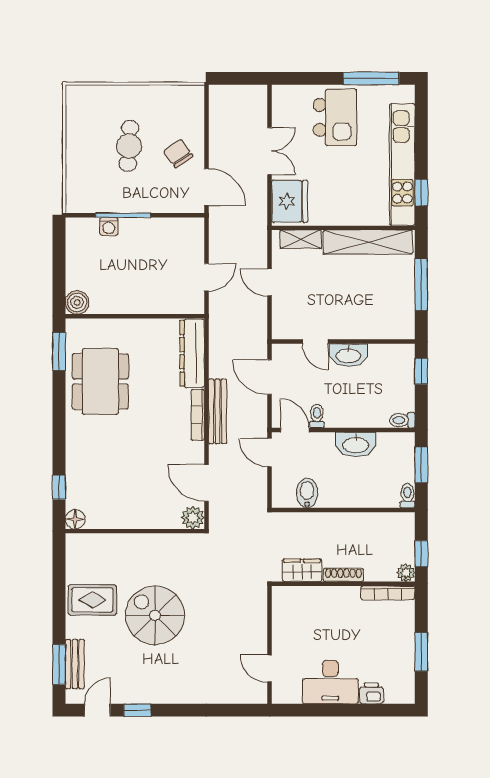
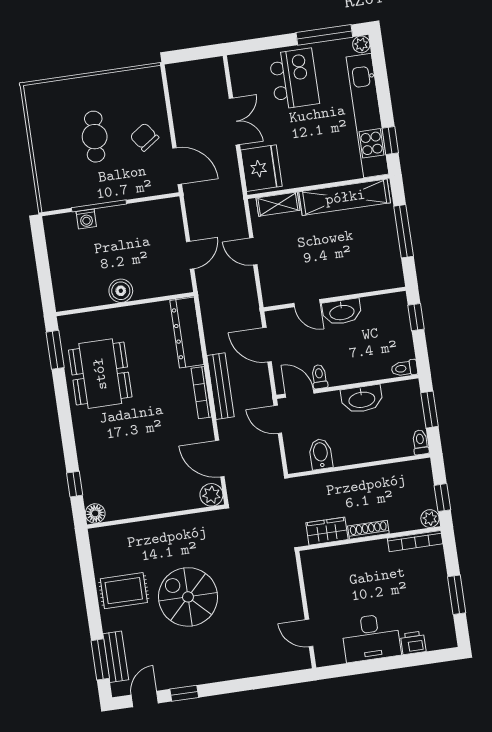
plant: (406, 93) -> (361, 44), added
boiler: (77, 302) -> (121, 291), moved

